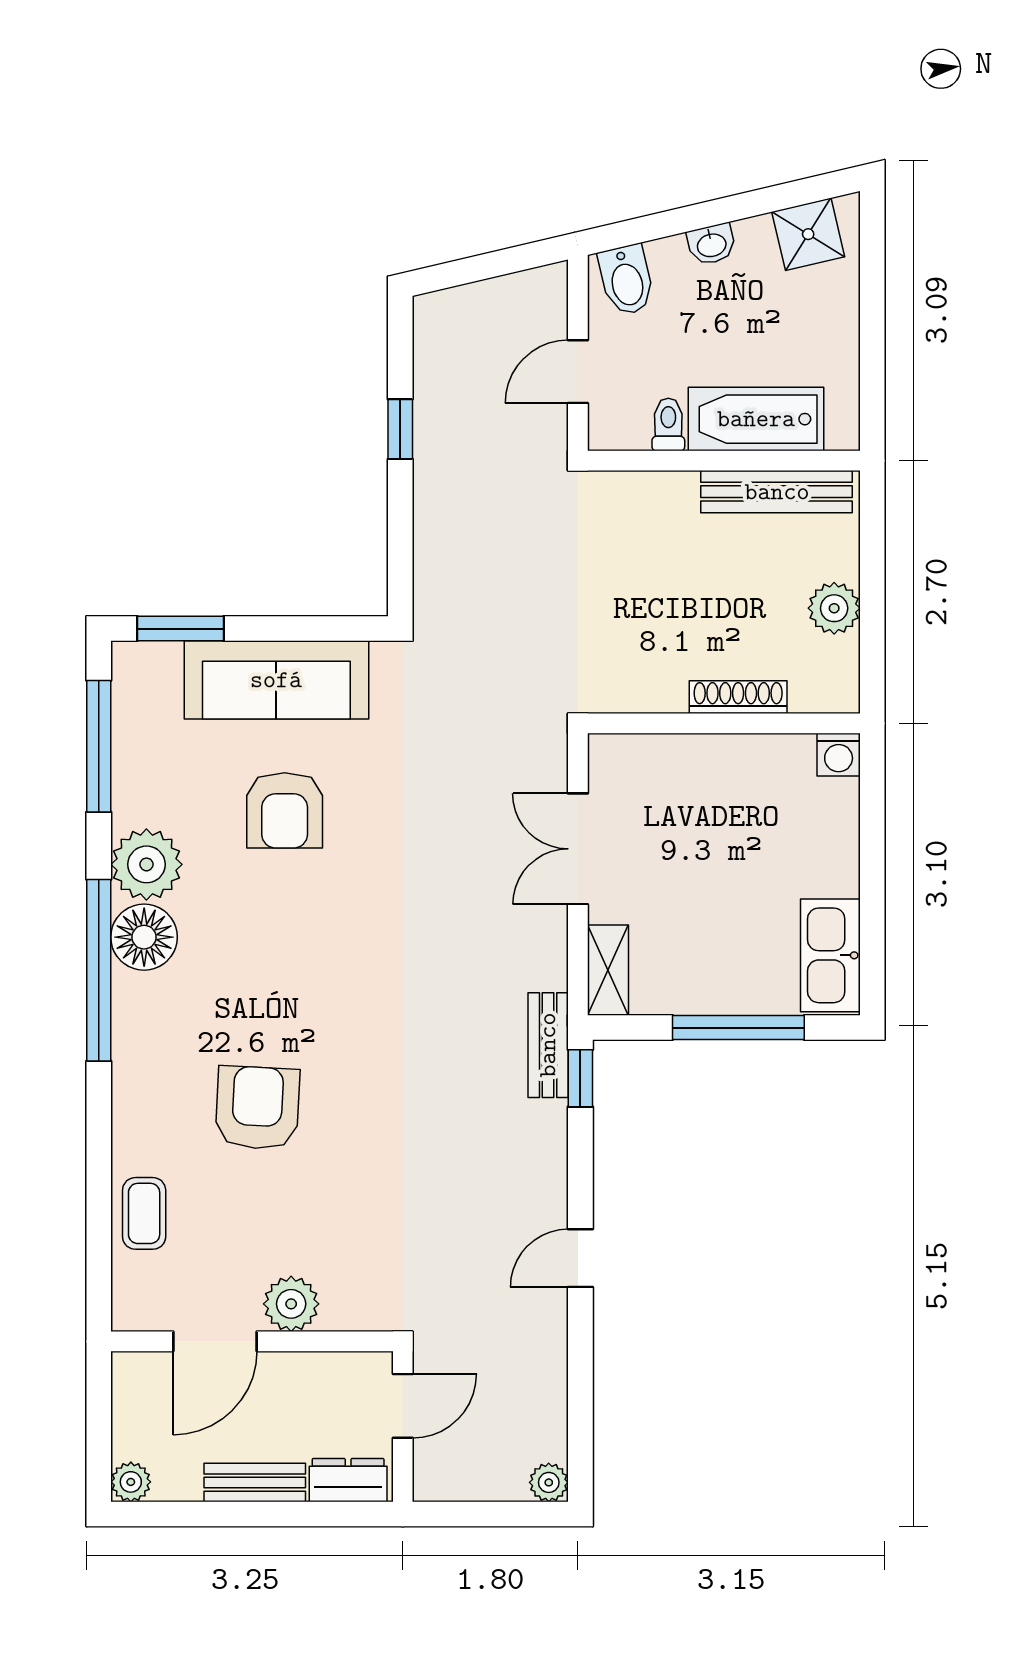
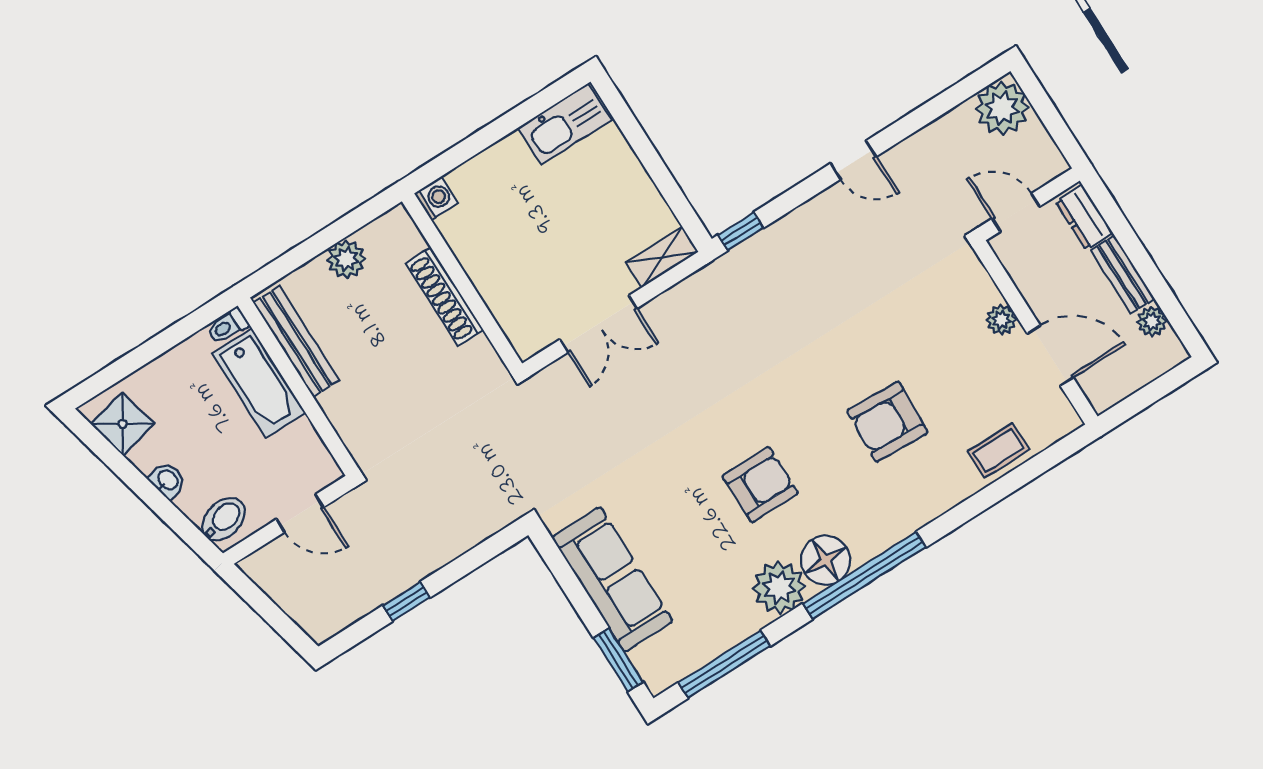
toilet: (668, 425) -> (228, 326), moved
shoe rack: (738, 697) -> (444, 297), width x1.36, depth x1.24
armchair: (285, 810) -> (760, 485), moved
window: (738, 1028) -> (646, 153), removed
bench: (548, 1045) -> (733, 265), removed
plant: (291, 1304) -> (1001, 320), width x0.73, depth x0.73
plant: (131, 1482) -> (1152, 321), moved
plant: (549, 1482) -> (1002, 108), width x1.88, depth x1.88

